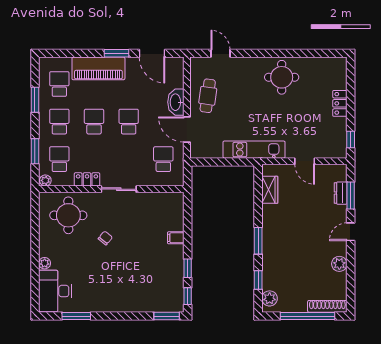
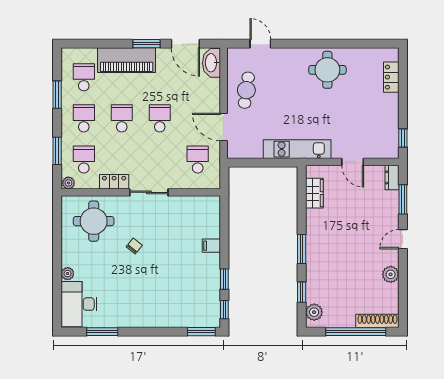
washbasin: (176, 102) -> (212, 63), moved
locker: (340, 103) -> (391, 77), moved
dresser: (341, 193) -> (392, 177), moved

